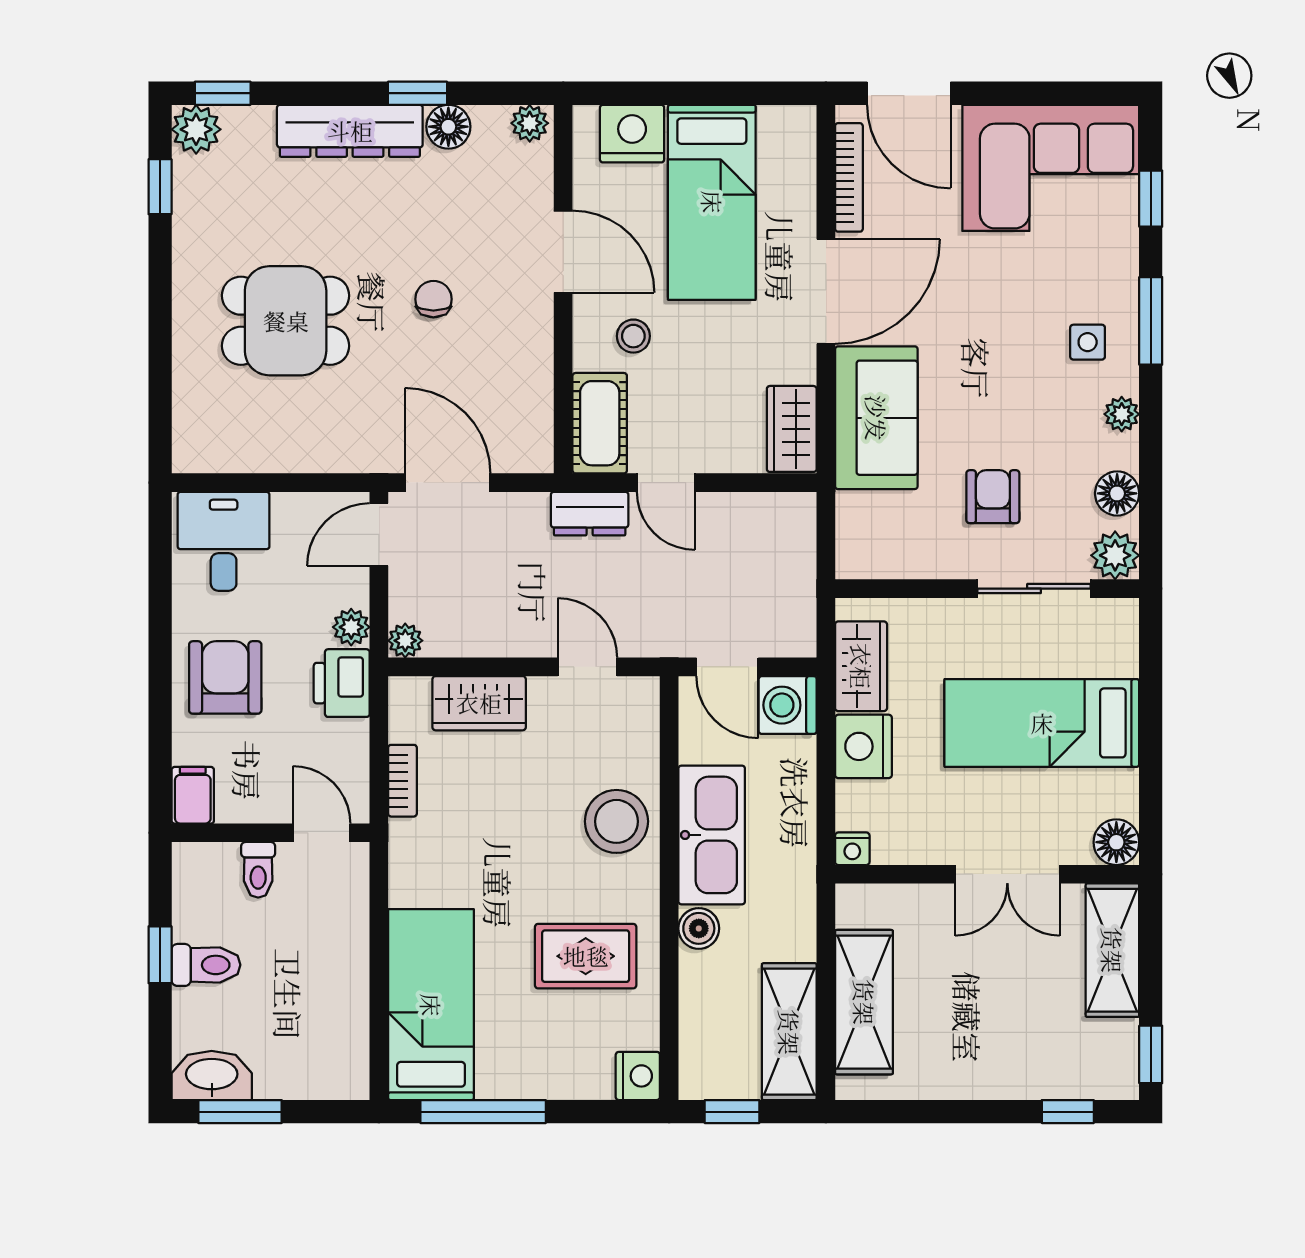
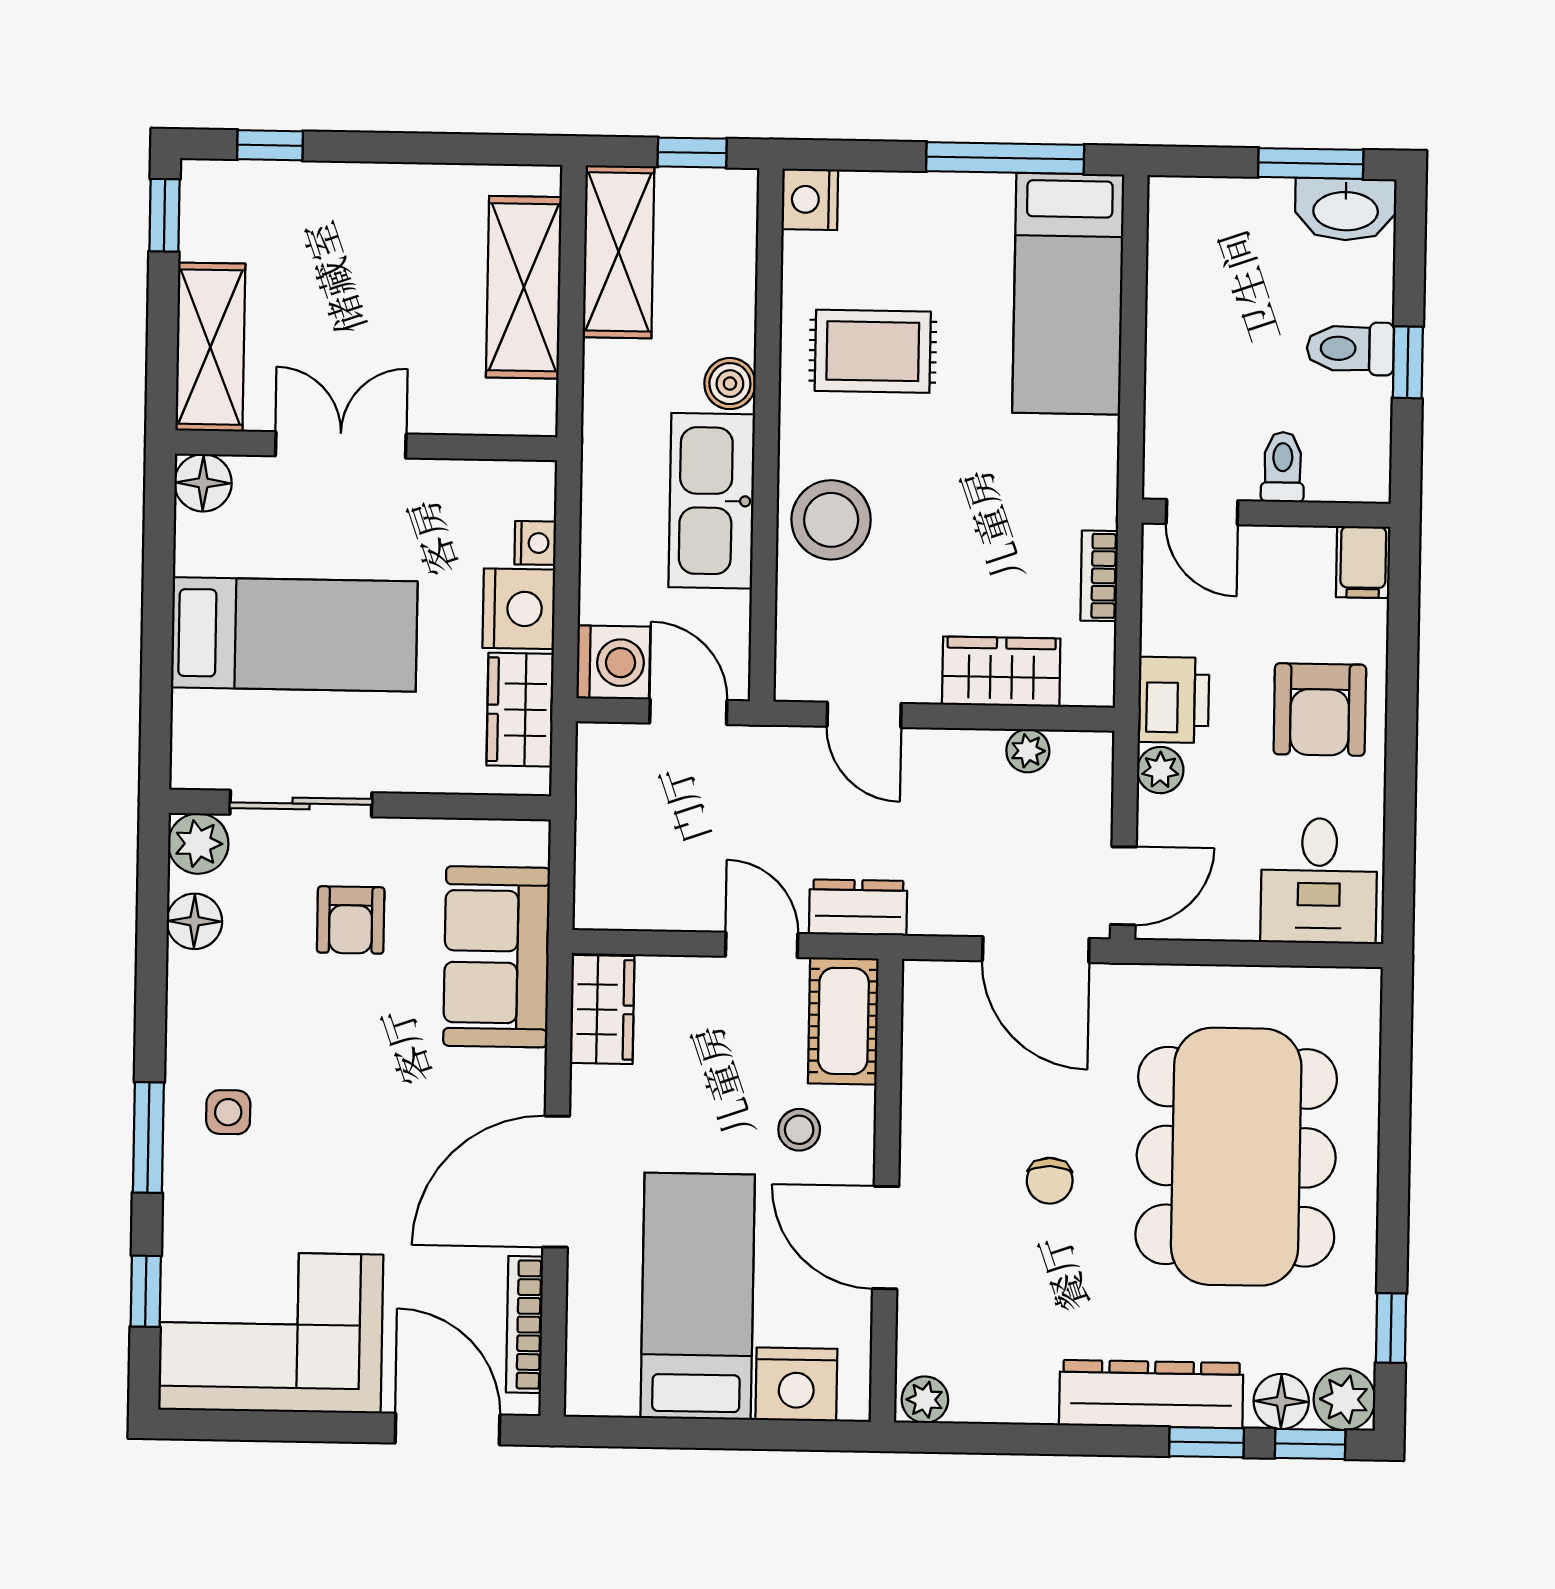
window: (417, 93) -> (1207, 1442), moved
floor lamp: (448, 127) -> (1281, 1401), moved
dining table: (286, 321) -> (1236, 1157), width x1.88, depth x1.24
plant: (1122, 414) -> (187, 1021), removed
sofa: (876, 418) -> (497, 957), moved
plant: (405, 641) -> (1028, 751), moved
nightstand: (852, 849) -> (535, 543), moved, turned 90

